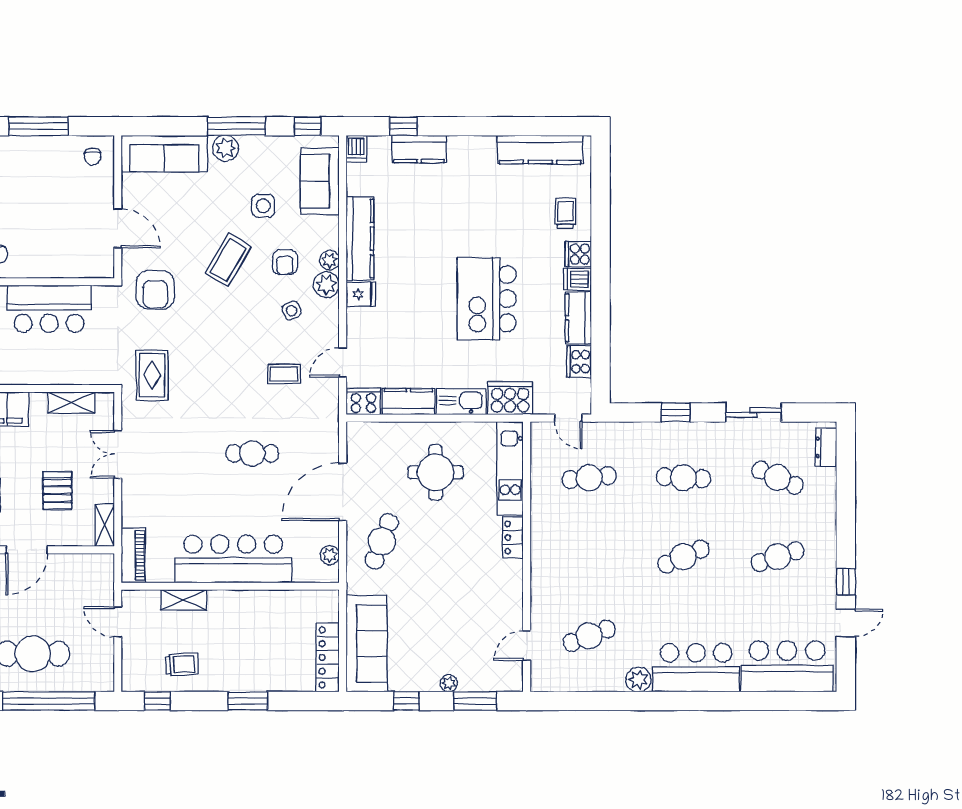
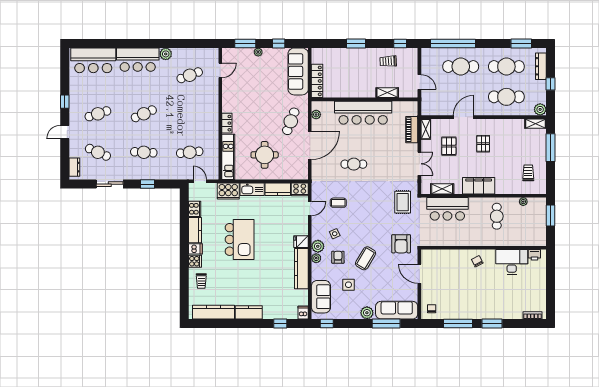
window: (236, 126) -> (386, 324), moved
kitchen counter: (419, 149) -> (249, 312), moved
armchair: (155, 290) -> (401, 244), turned 180
bar counter: (49, 309) -> (447, 209), moved, turned 180
piano: (133, 556) -> (412, 130), moved
door: (846, 623) -> (65, 132), moved
locker: (328, 657) -> (317, 81), moved

